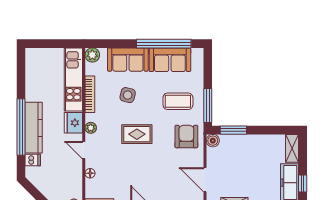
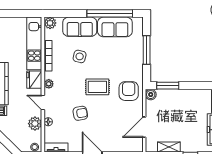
coffee table: (178, 101) -> (122, 62), removed
window: (208, 106) -> (147, 50), moved
rug: (137, 134) -> (97, 87), moved
armchair: (129, 163) -> (80, 113), added
plant: (74, 175) -> (35, 124), added
door: (205, 180) -> (144, 127), hinge flipped

